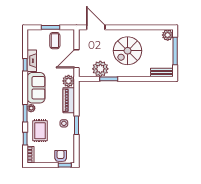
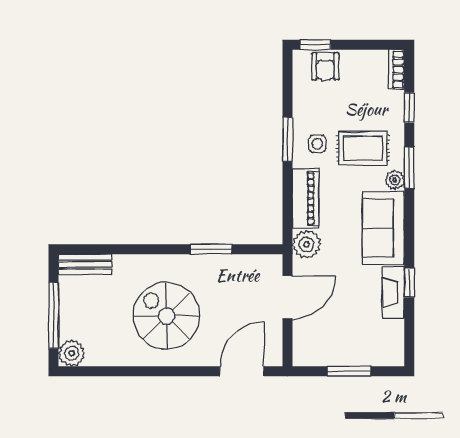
door: (96, 27) -> (242, 371), swing flipped
coffee table: (55, 41) -> (339, 340), removed
spiral stairs: (128, 51) -> (167, 316), turned -90
plant: (100, 69) -> (231, 273), removed
rug: (40, 131) -> (363, 148), moved, turned 90

